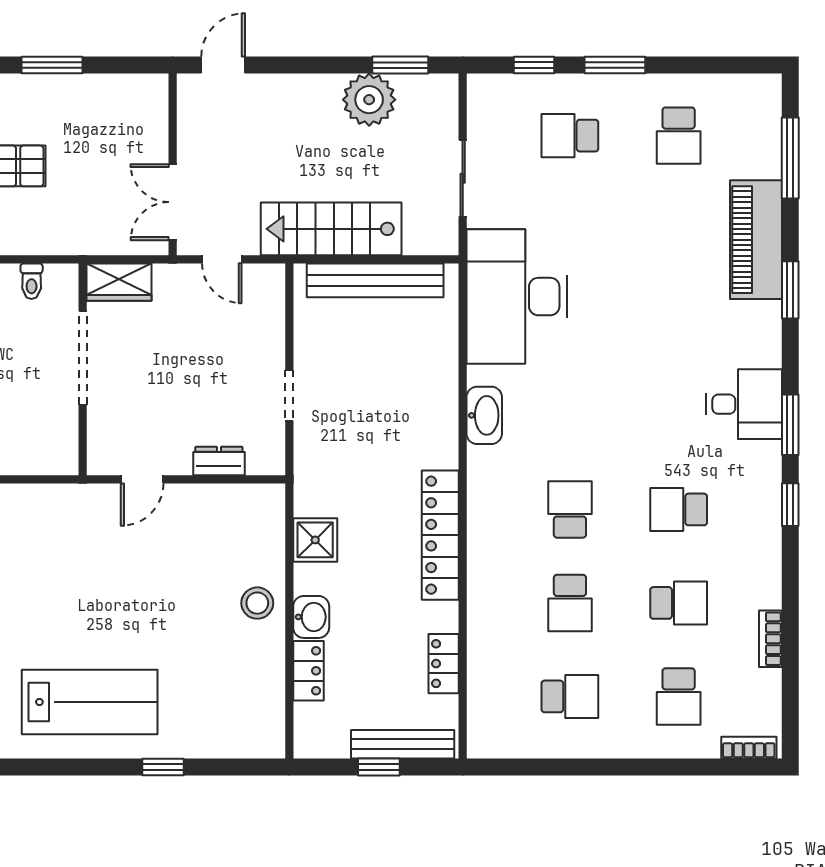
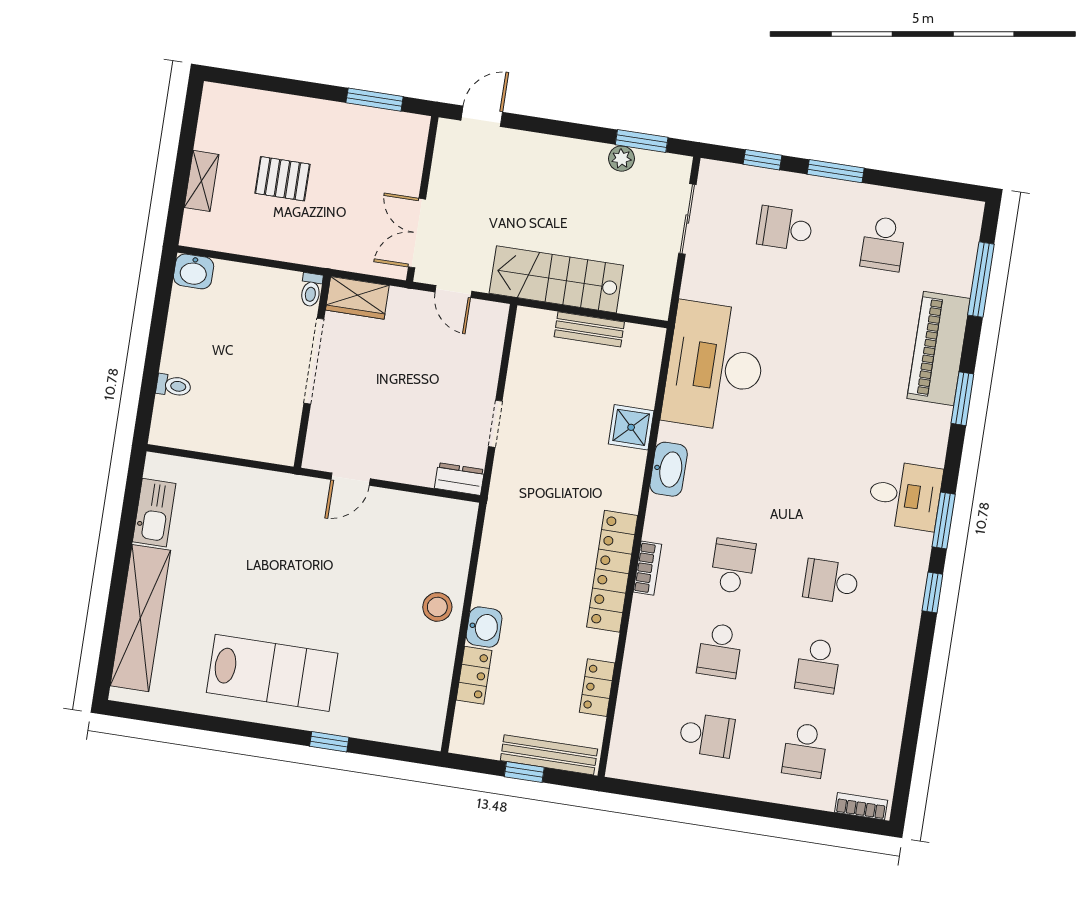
window: (52, 65) -> (375, 100), moved
plant: (369, 100) -> (621, 159), width x0.53, depth x0.53
sliding door: (463, 178) -> (687, 219), moved
bench: (375, 280) -> (589, 329), width x0.54, depth x0.82
toilet: (32, 281) -> (311, 290), moved
dresser: (219, 461) -> (459, 479), moved
shower: (315, 540) -> (631, 427), moved
school desk: (679, 603) -> (818, 666), turned 90
bookcase: (771, 639) -> (647, 568), moved, turned 180

